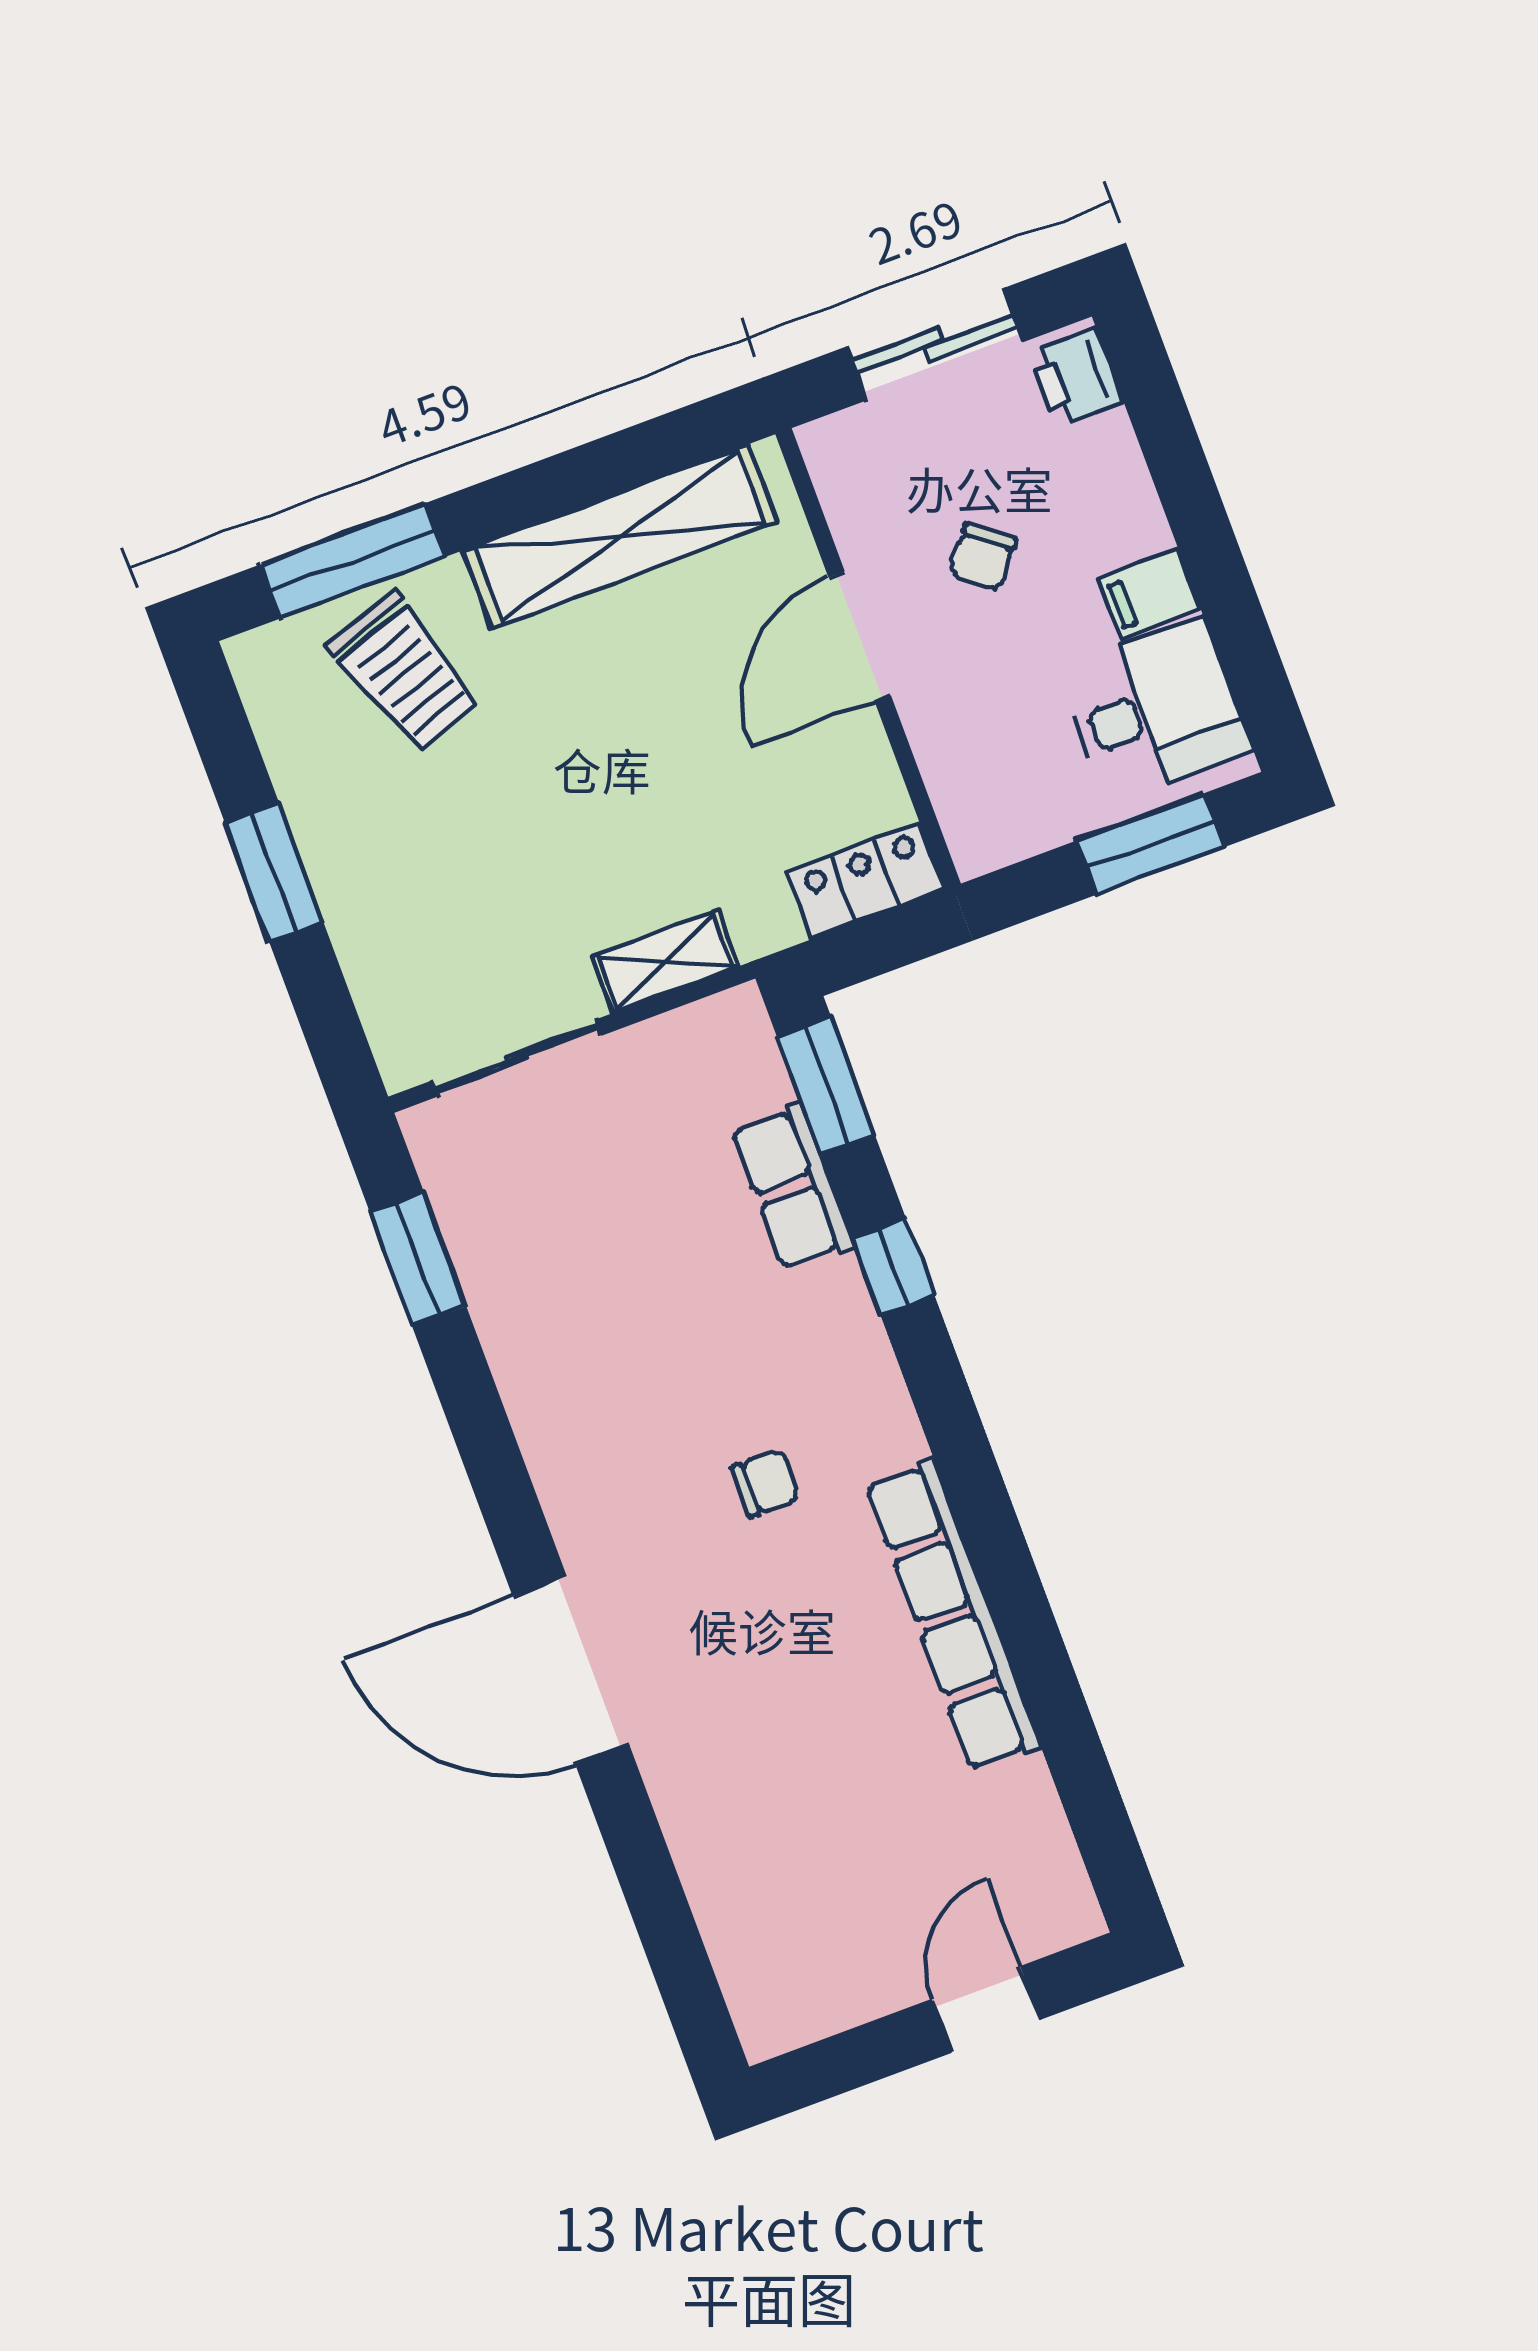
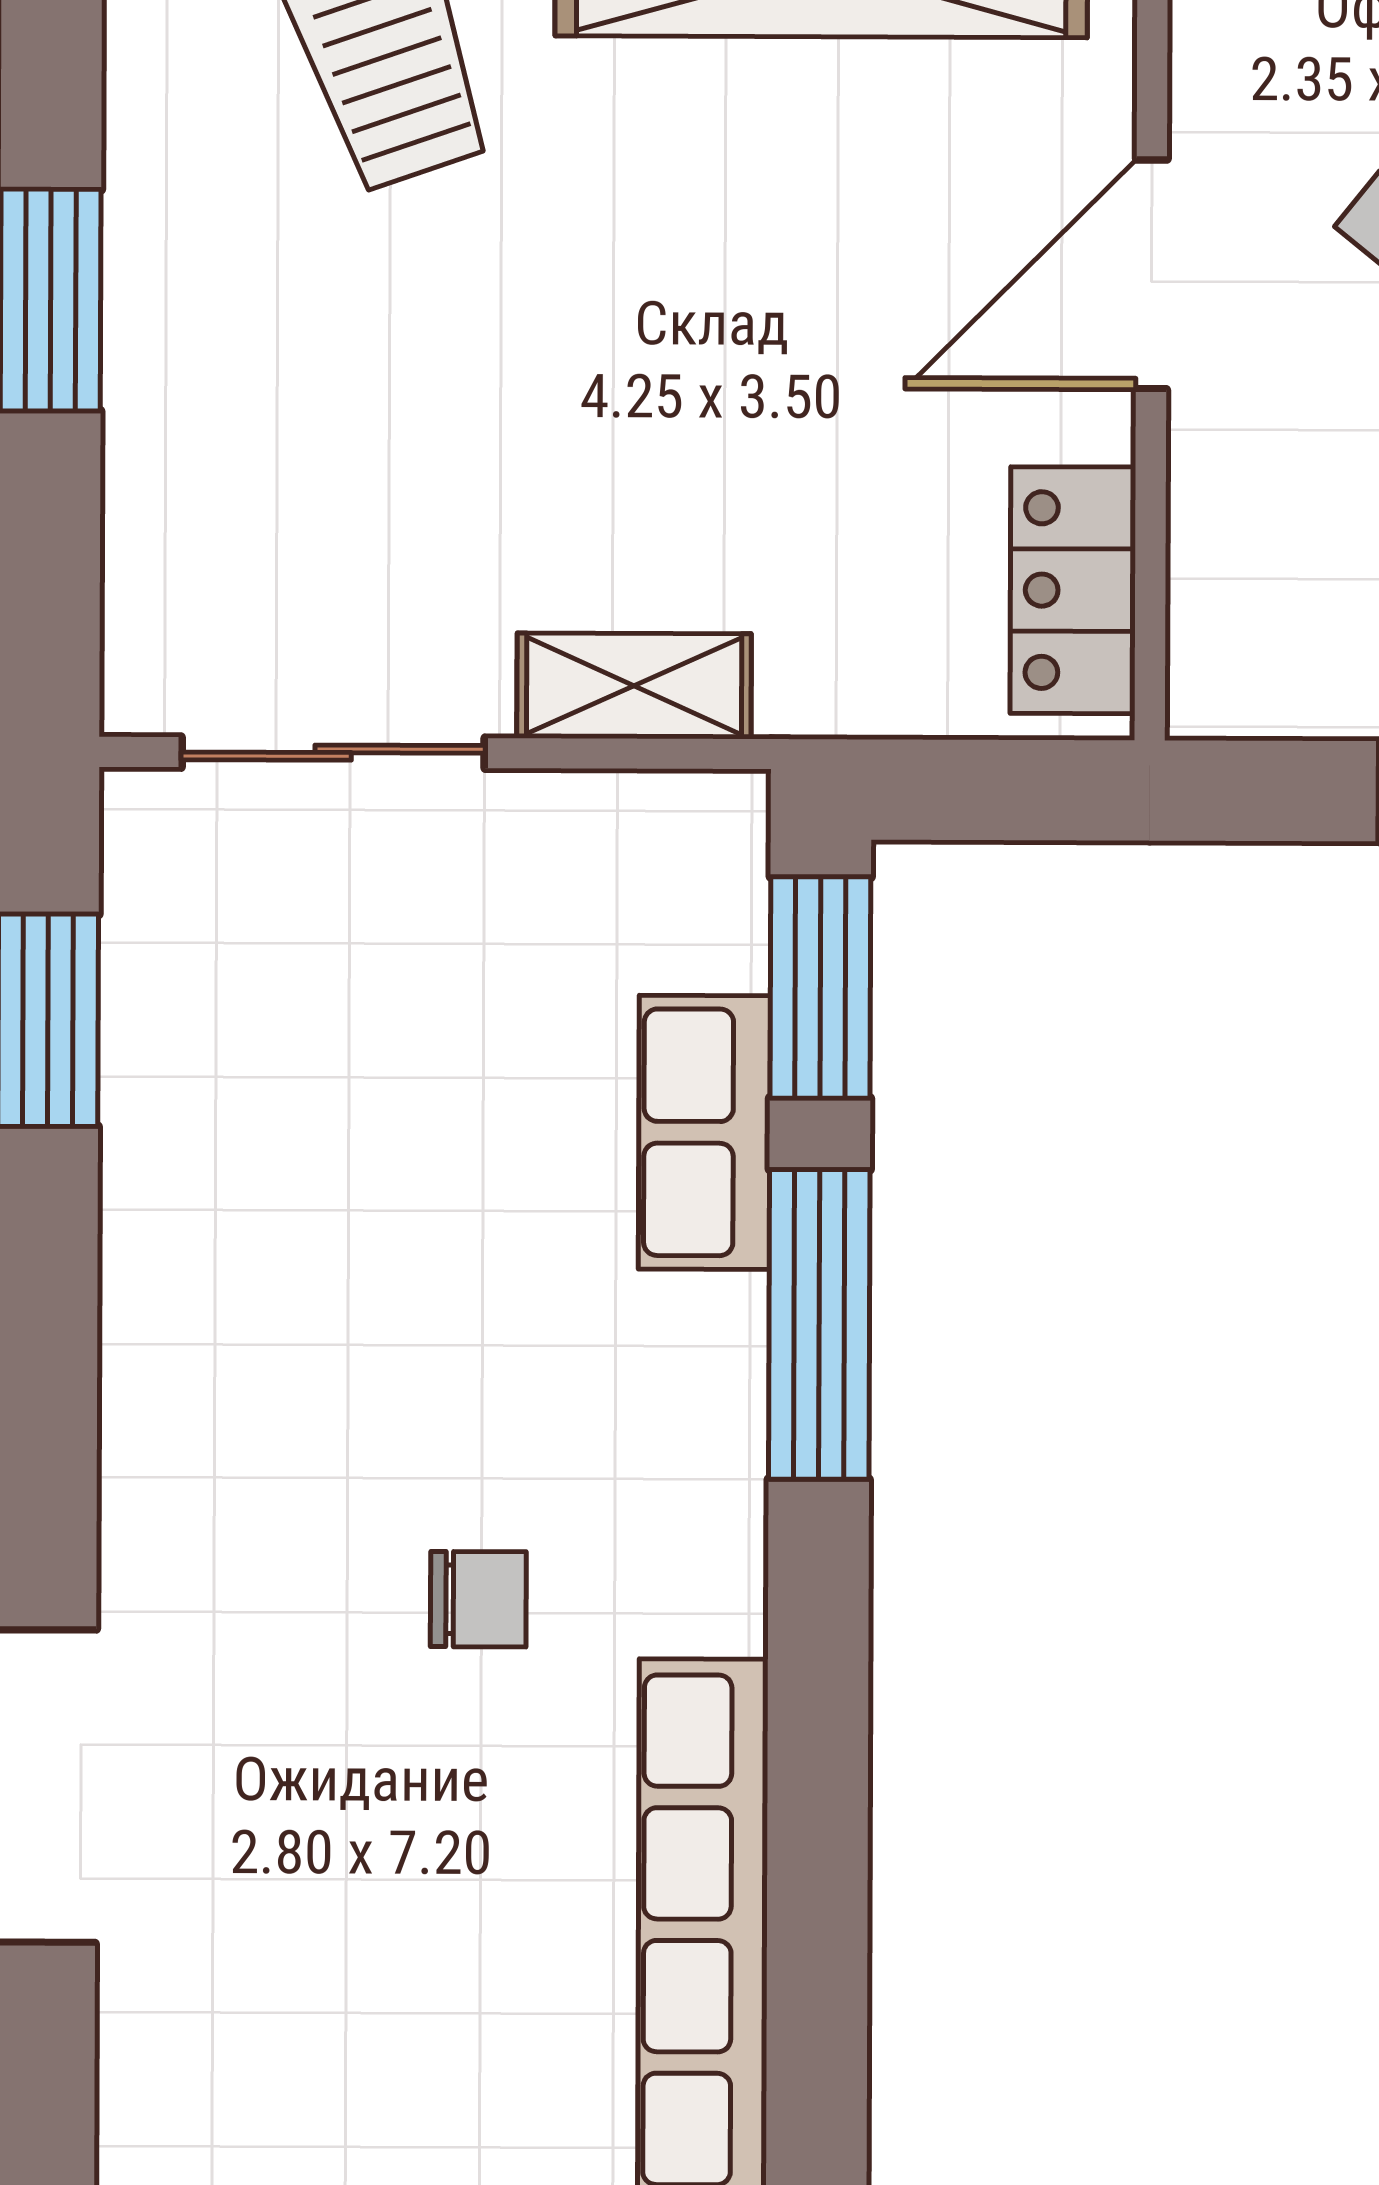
locker: (866, 881) -> (1073, 590), moved, turned -90
window: (893, 1267) -> (819, 1324), width x2.17

